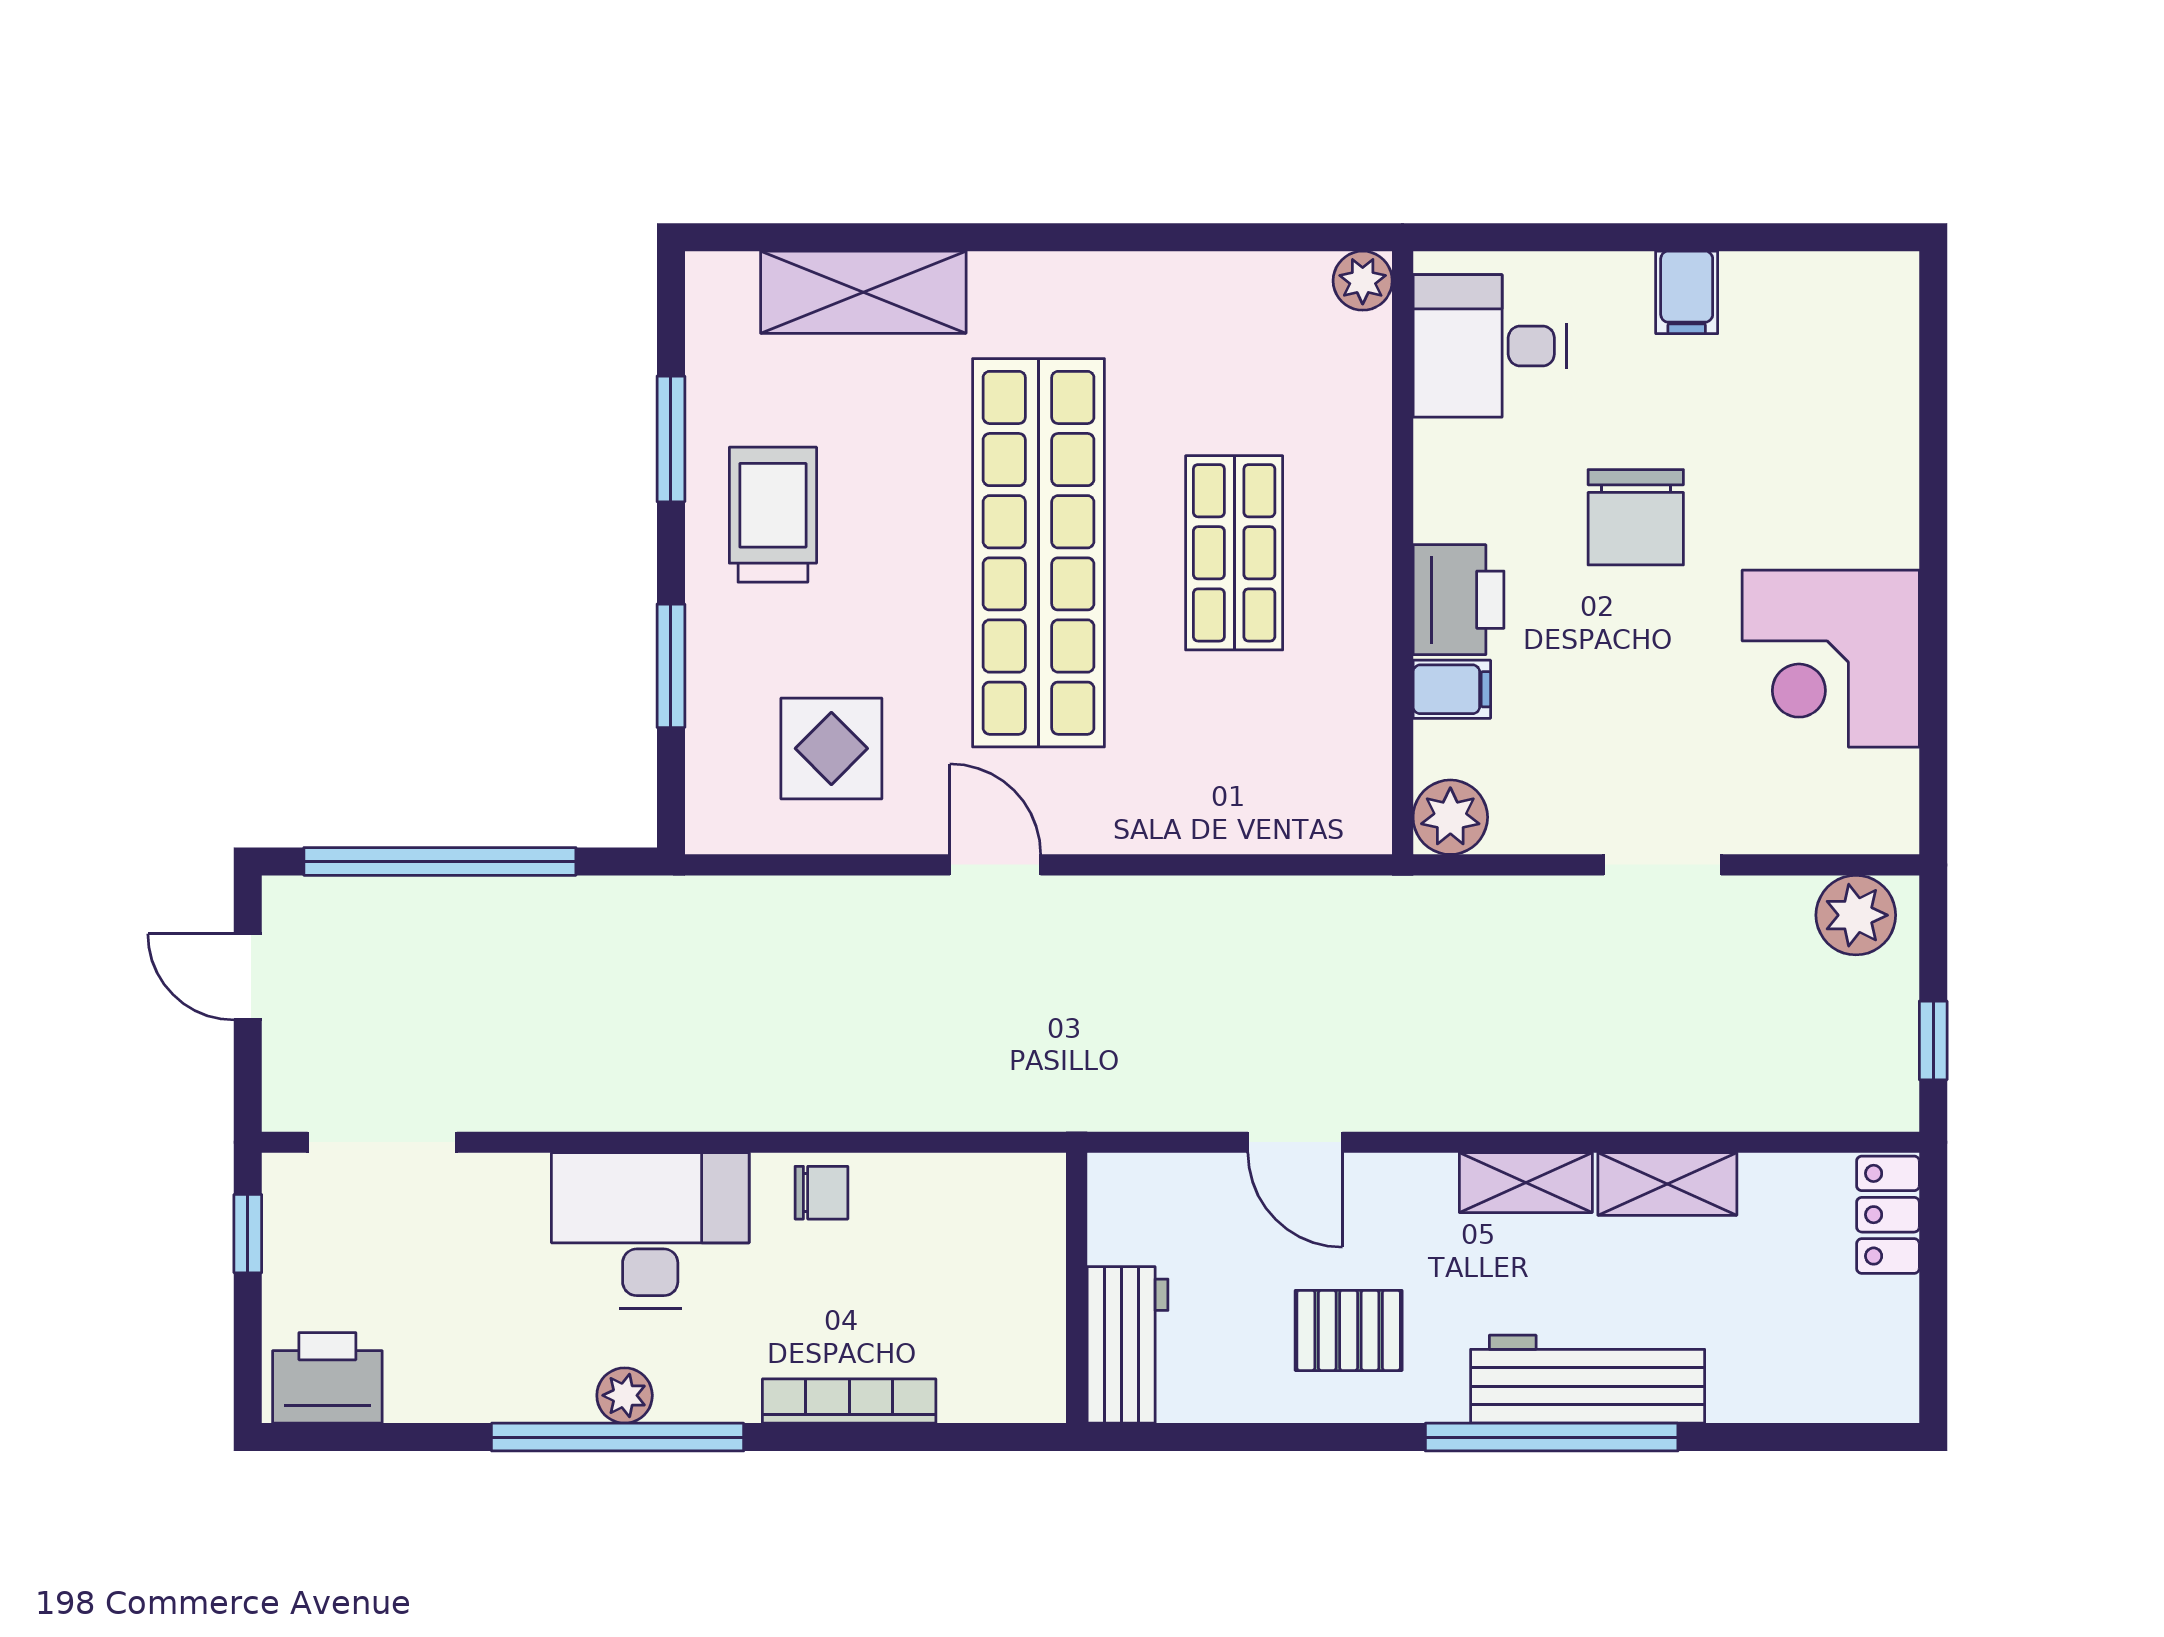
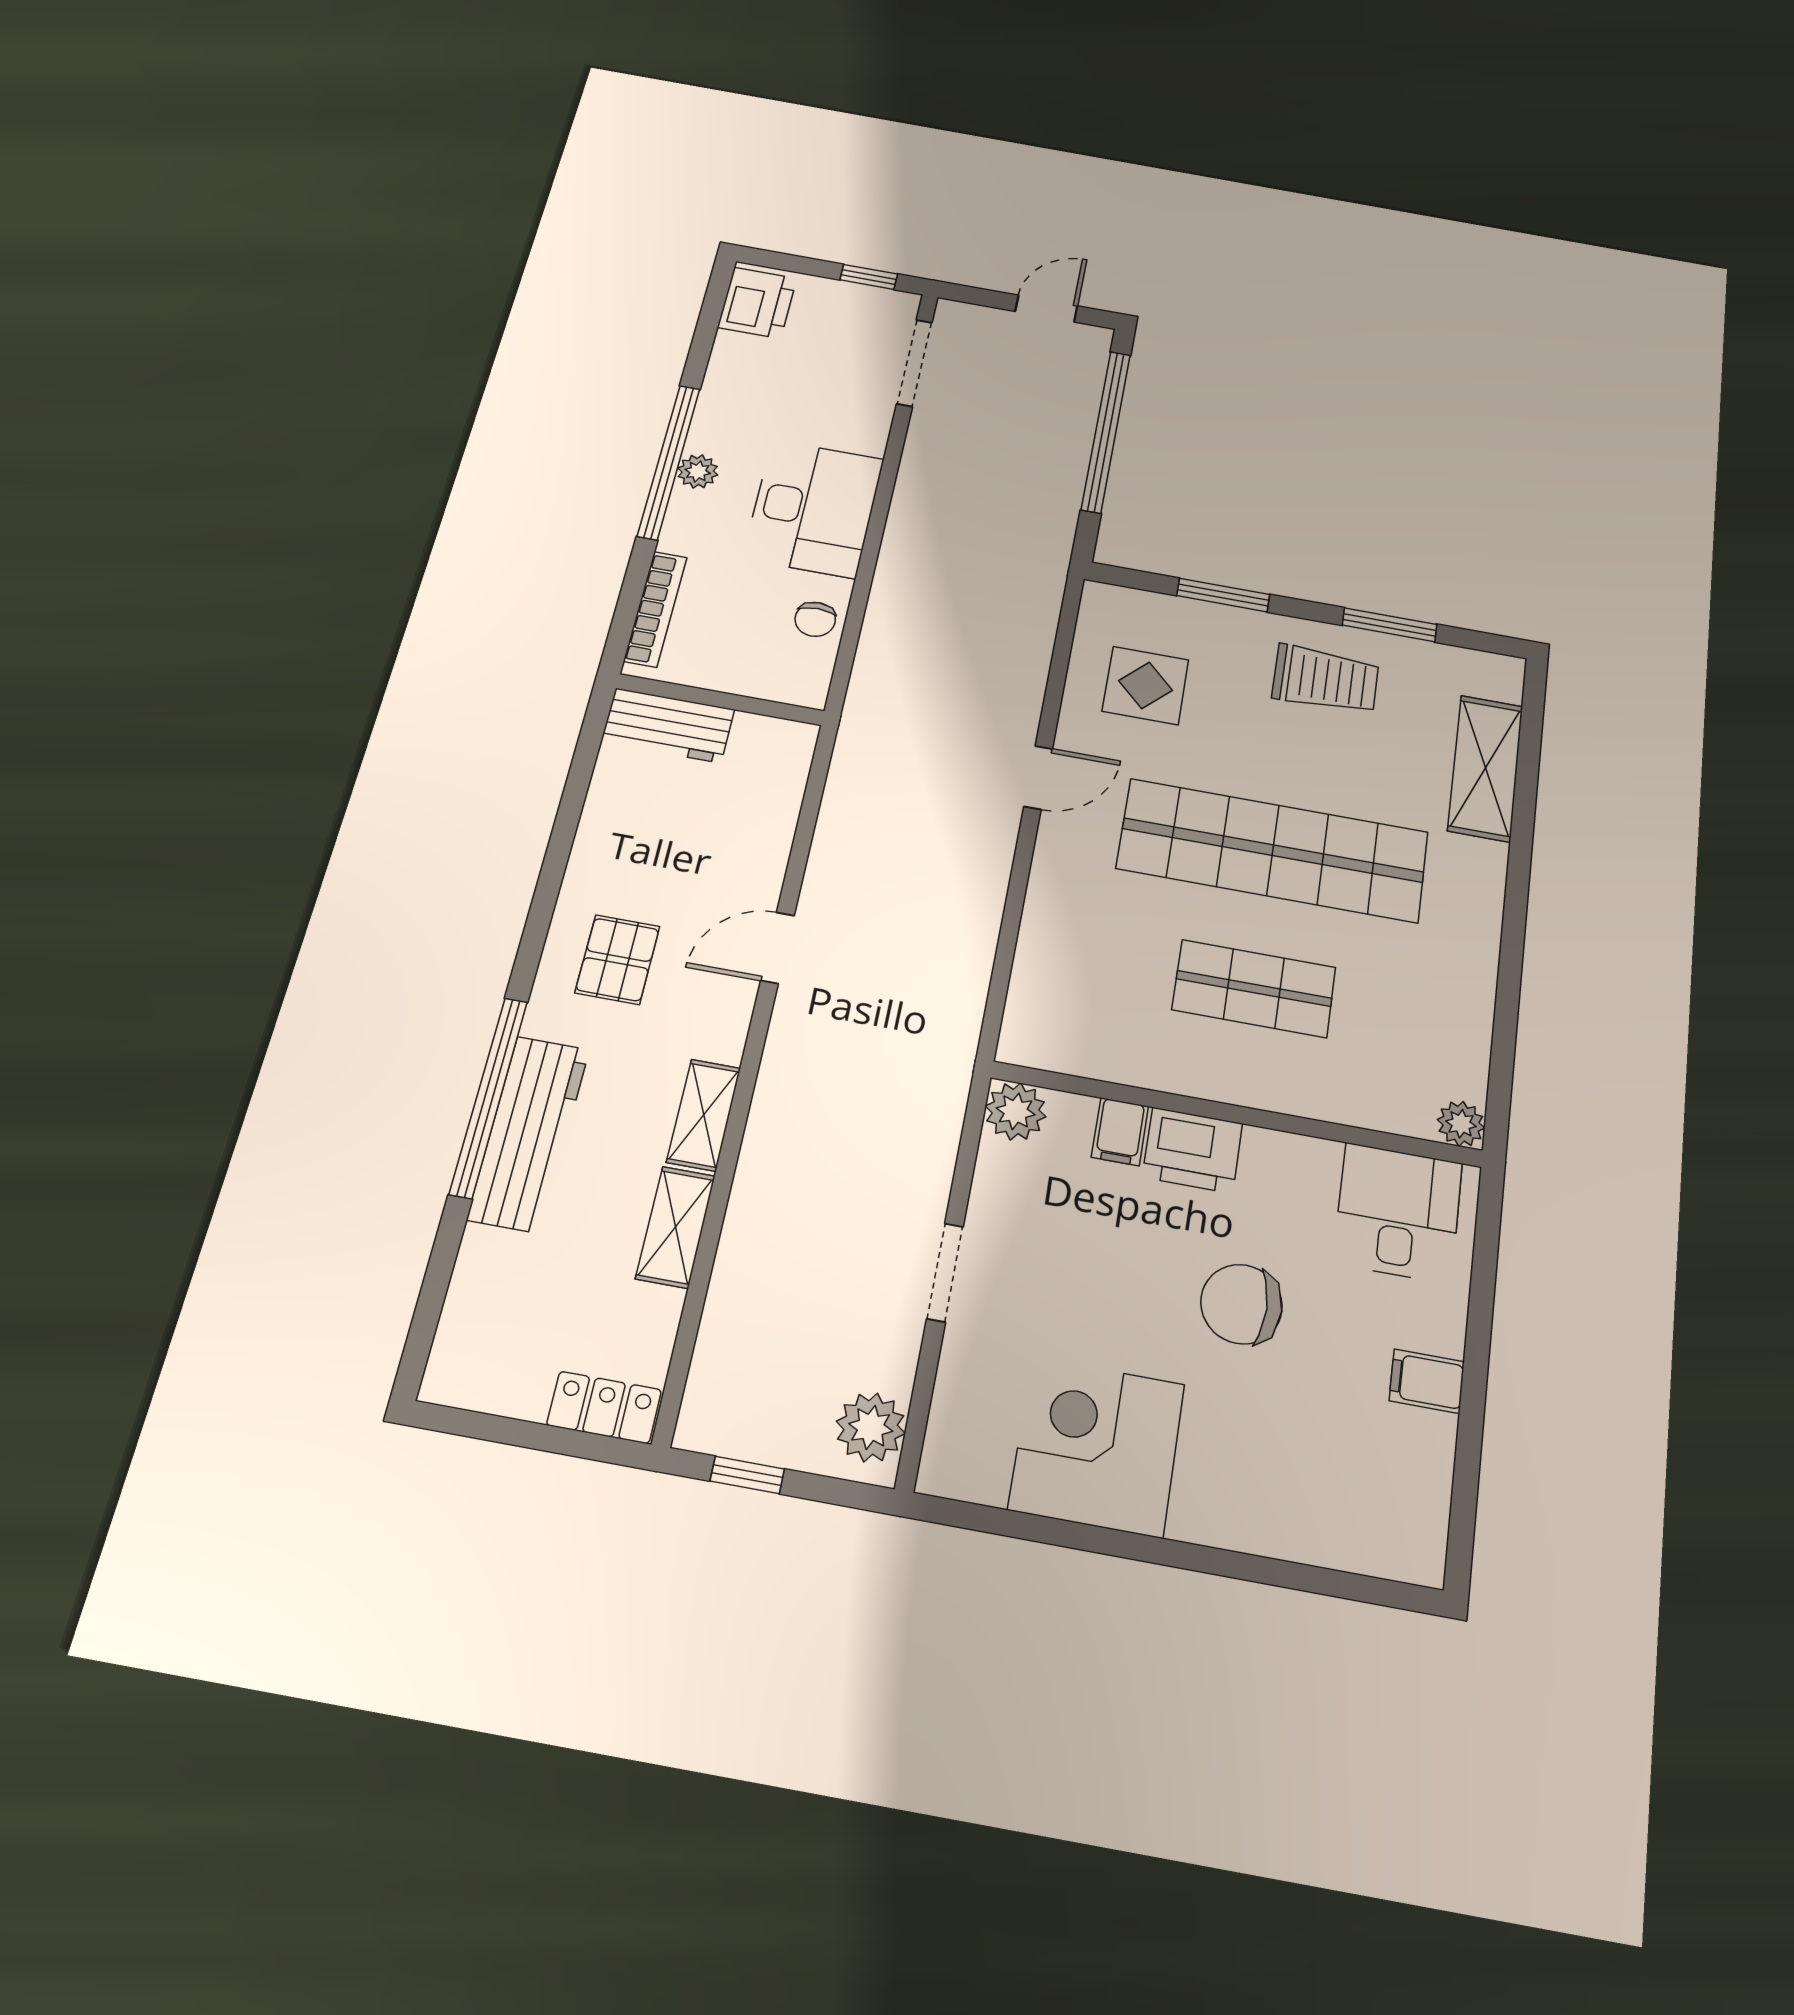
wall: (1077, 1288) -> (720, 700), moved
workbench: (1128, 1345) -> (668, 725), moved

